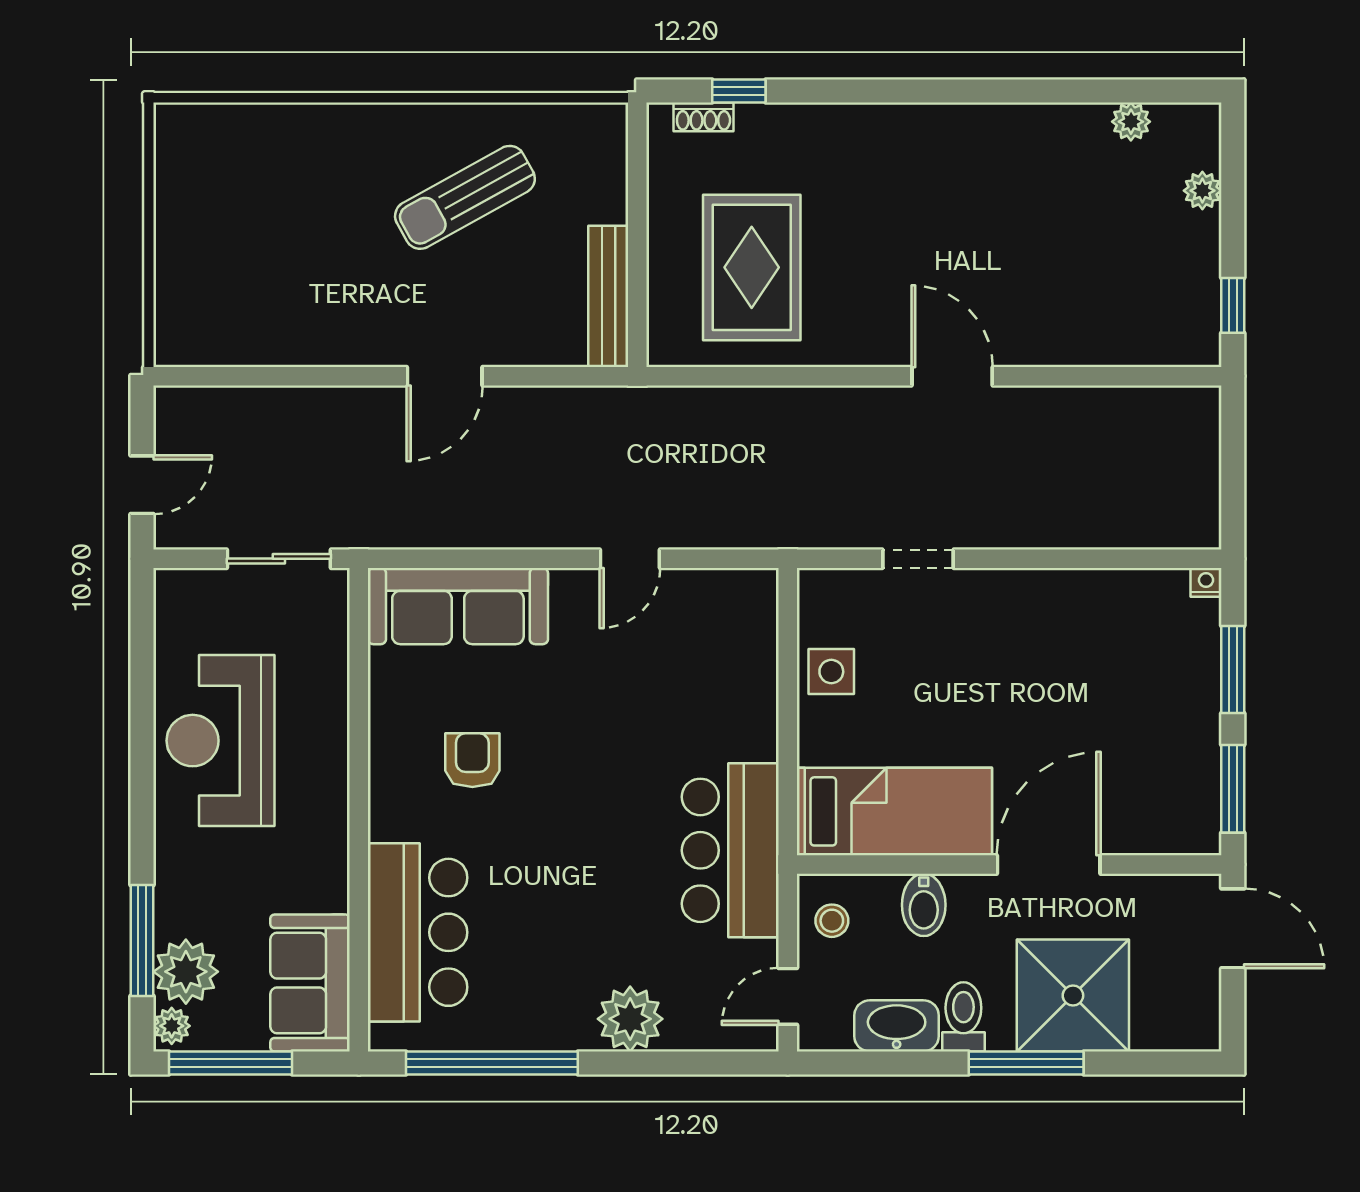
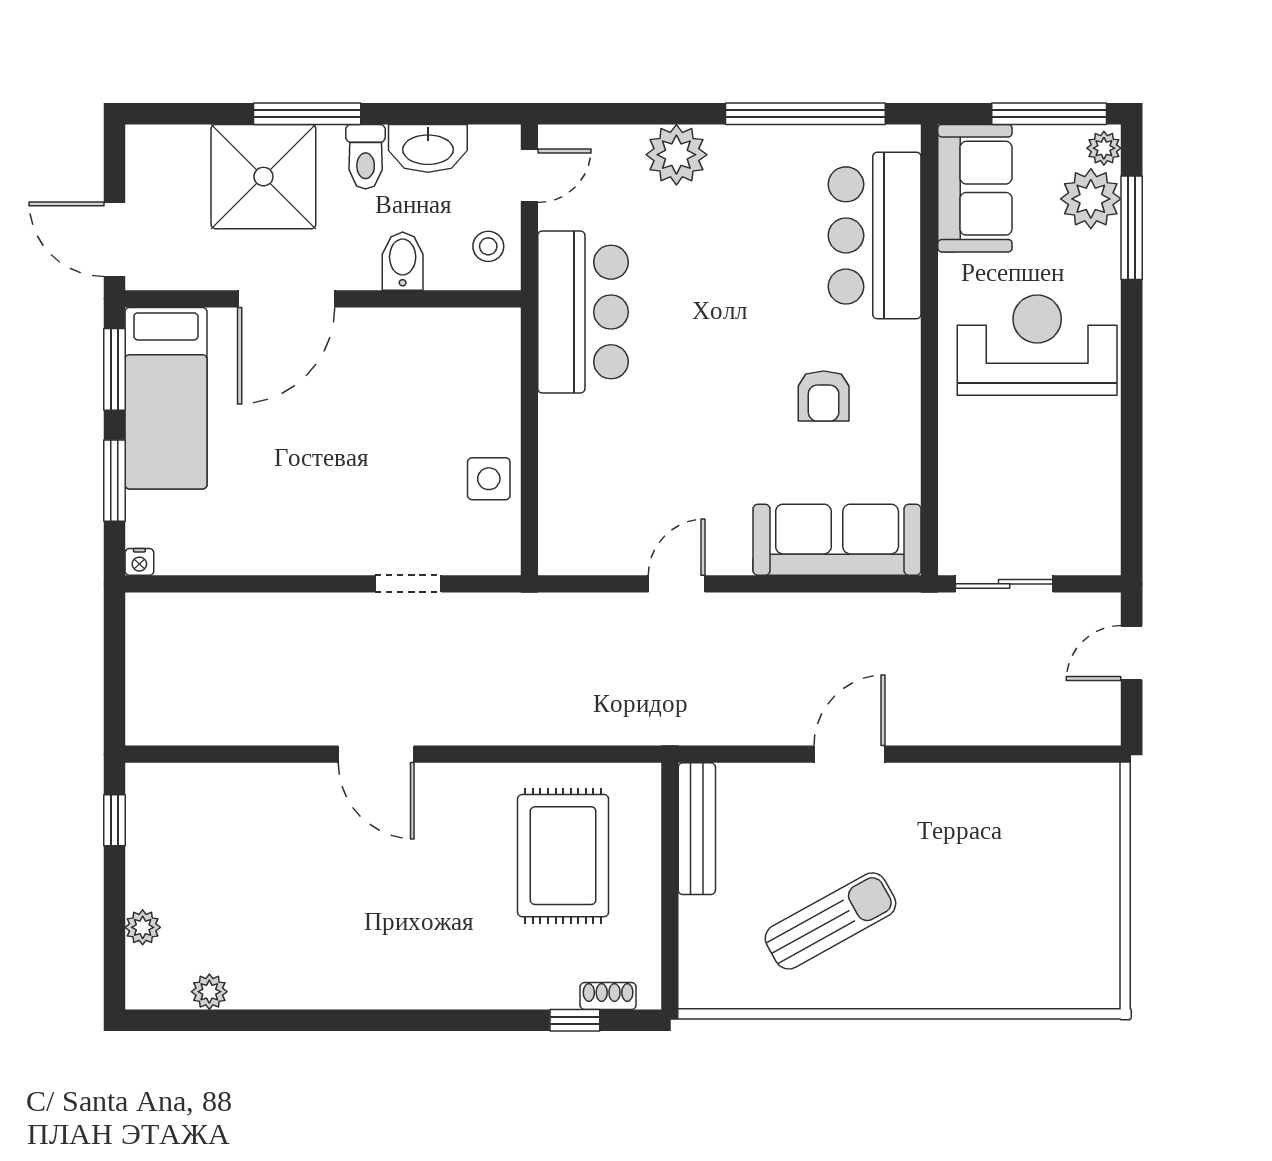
reception desk: (221, 741) -> (1037, 345), moved, turned -90
bed: (894, 811) -> (166, 398), moved, turned -90

